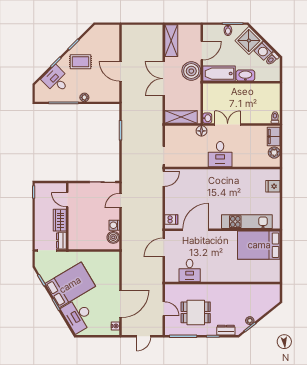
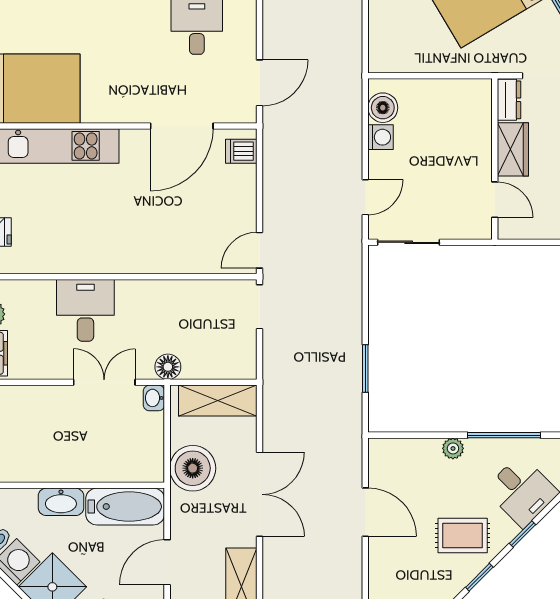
boiler: (191, 71) -> (193, 468), moved
double door: (228, 125) -> (104, 382), swing flipped
desk: (220, 154) -> (85, 310), moved

